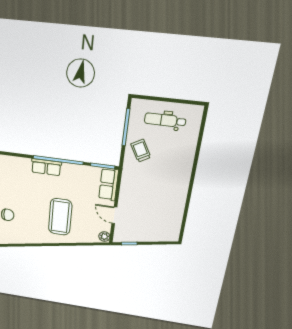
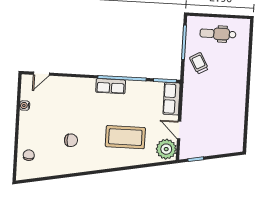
coffee table: (60, 217) -> (125, 137), turned 90
plant: (104, 237) -> (166, 149), width x1.87, depth x1.87

